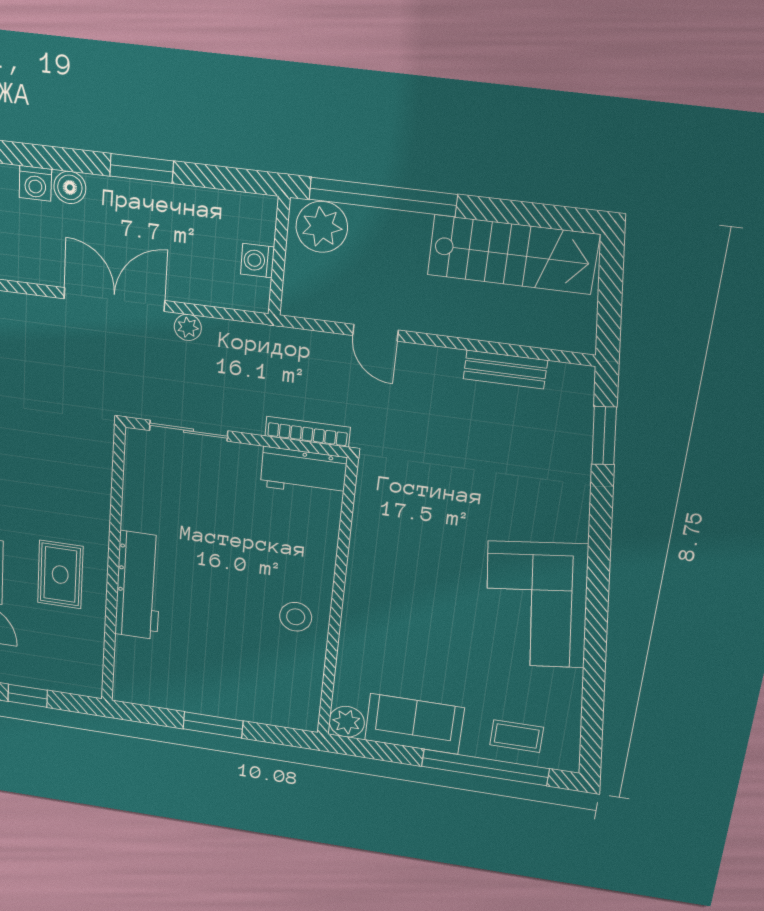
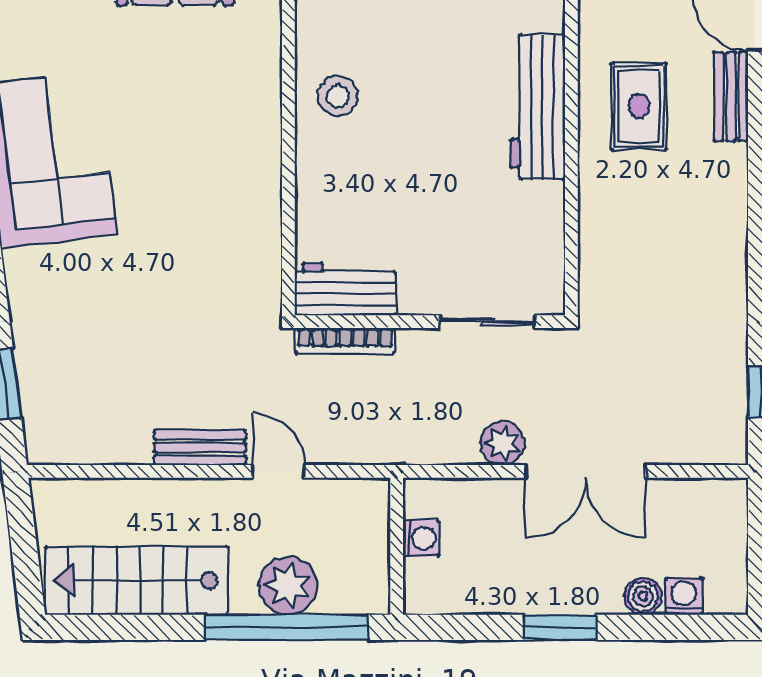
plant: (322, 227) -> (288, 586), moved
plant: (188, 327) -> (502, 443), width x1.38, depth x1.38
bench: (505, 370) -> (200, 448), moved

